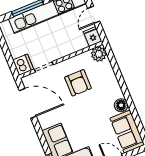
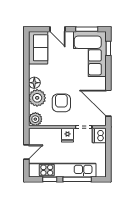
fridge: (92, 36) -> (67, 135), moved
plant: (106, 78) -> (37, 98), added
floor lamp: (121, 105) -> (34, 83), moved

